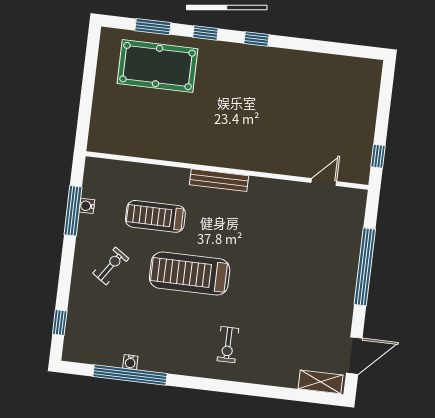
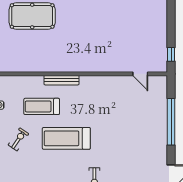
bench: (219, 180) -> (61, 80), moved
door: (324, 182) -> (140, 74), swing flipped

